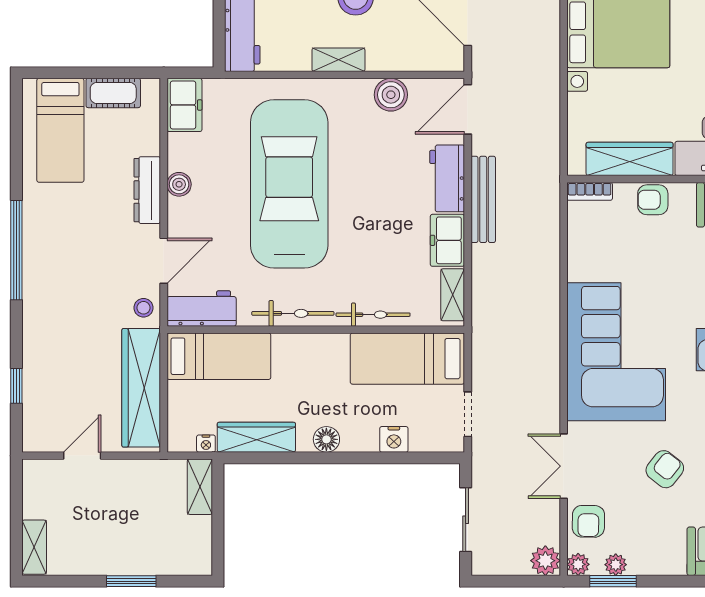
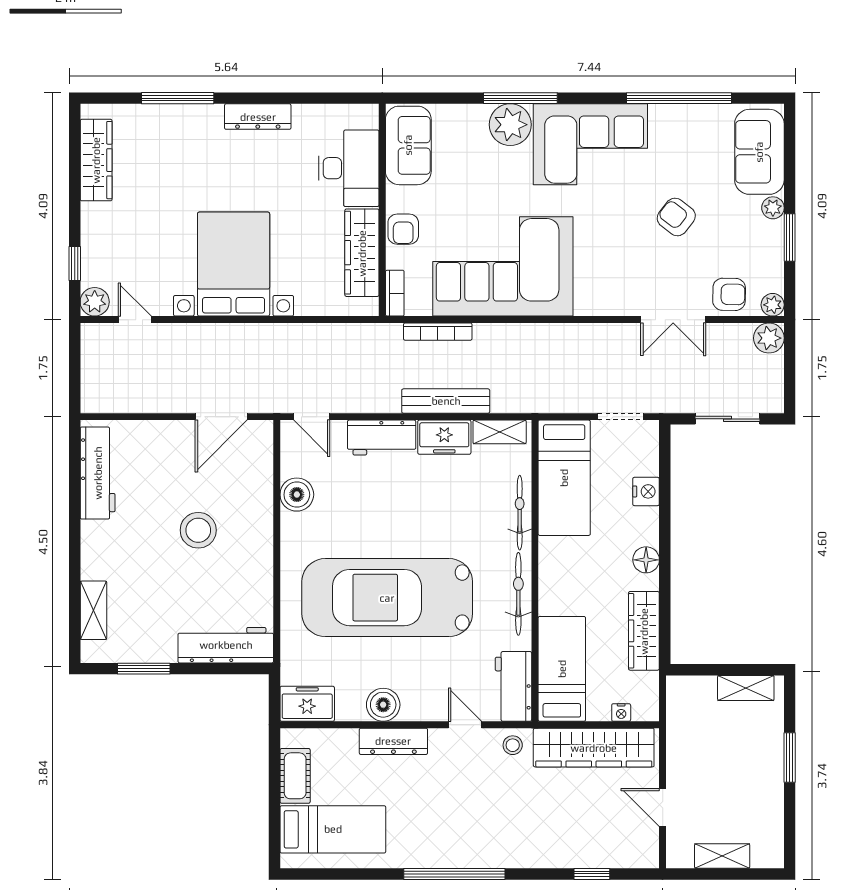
shelving: (338, 60) -> (261, 548), removed
door: (468, 109) -> (312, 417), width x0.73
boiler: (179, 184) -> (383, 705), width x1.36, depth x1.36
bench: (483, 199) -> (446, 401), moved
bookcase: (552, 234) -> (438, 332), added
door: (164, 261) -> (465, 725), width x0.73
corner sofa: (616, 352) -> (503, 266), moved
nightstand: (206, 444) -> (621, 712), moved, turned 90
shelving: (200, 487) -> (746, 688), moved
shelving: (34, 547) -> (722, 856), moved
plant: (616, 565) -> (773, 208), moved
window: (613, 581) -> (790, 238), moved

